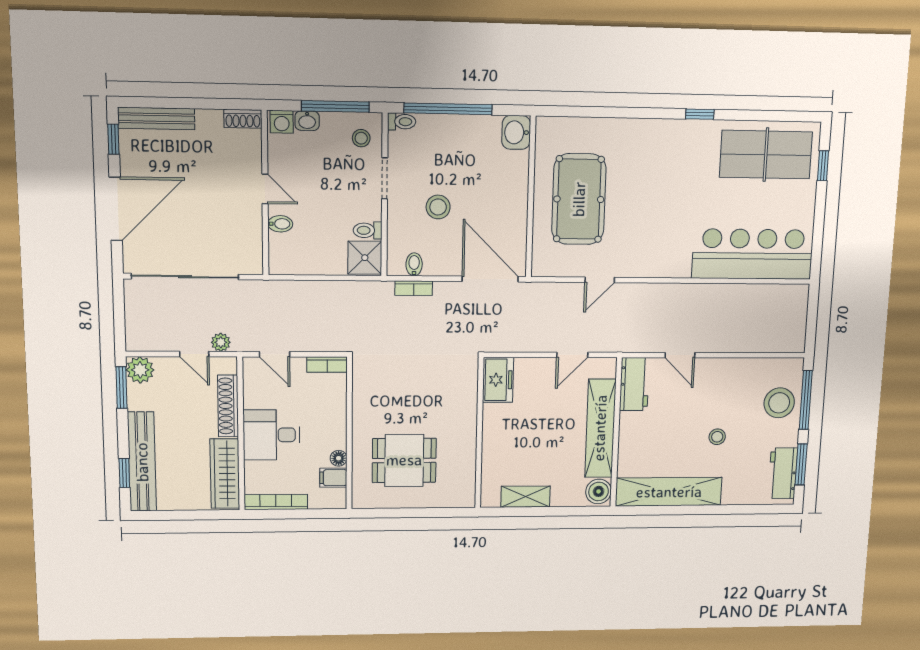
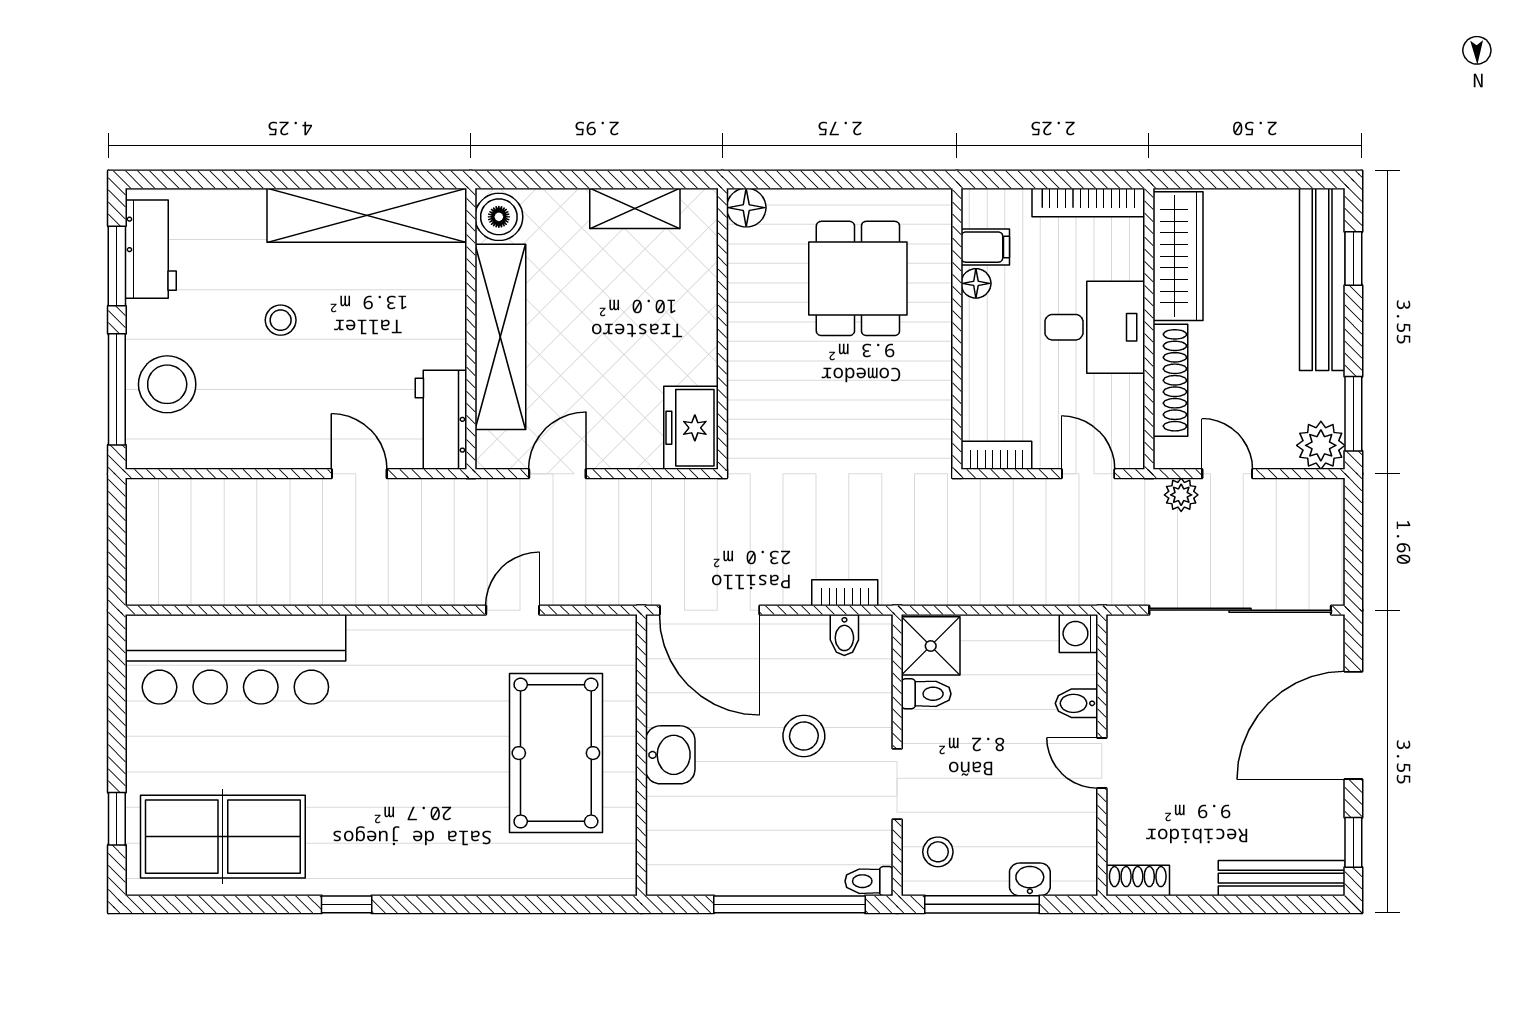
washing machine: (282, 122) -> (1079, 634), moved, turned -90
washbasin: (516, 132) -> (670, 755), moved
dining table: (404, 460) -> (858, 278), turned 90
floor lamp: (465, 497) -> (746, 208), added

